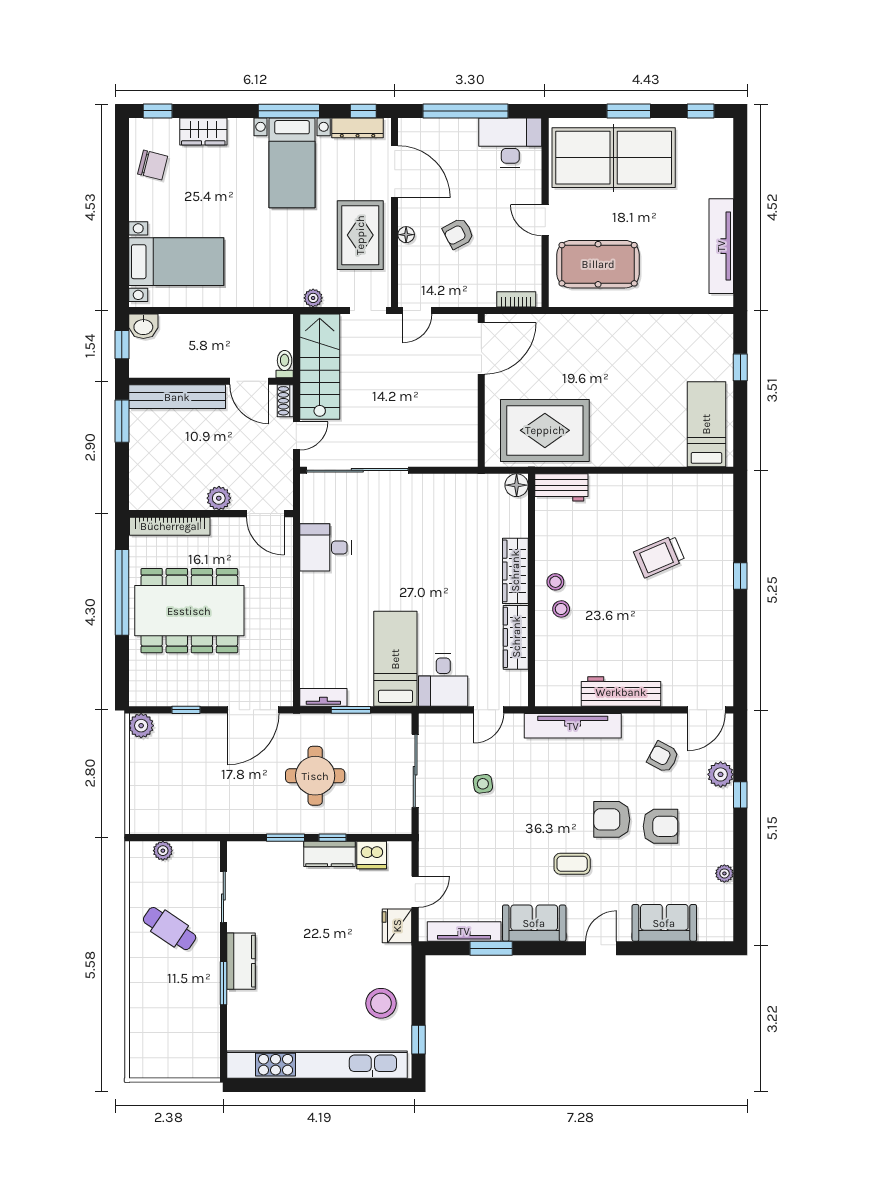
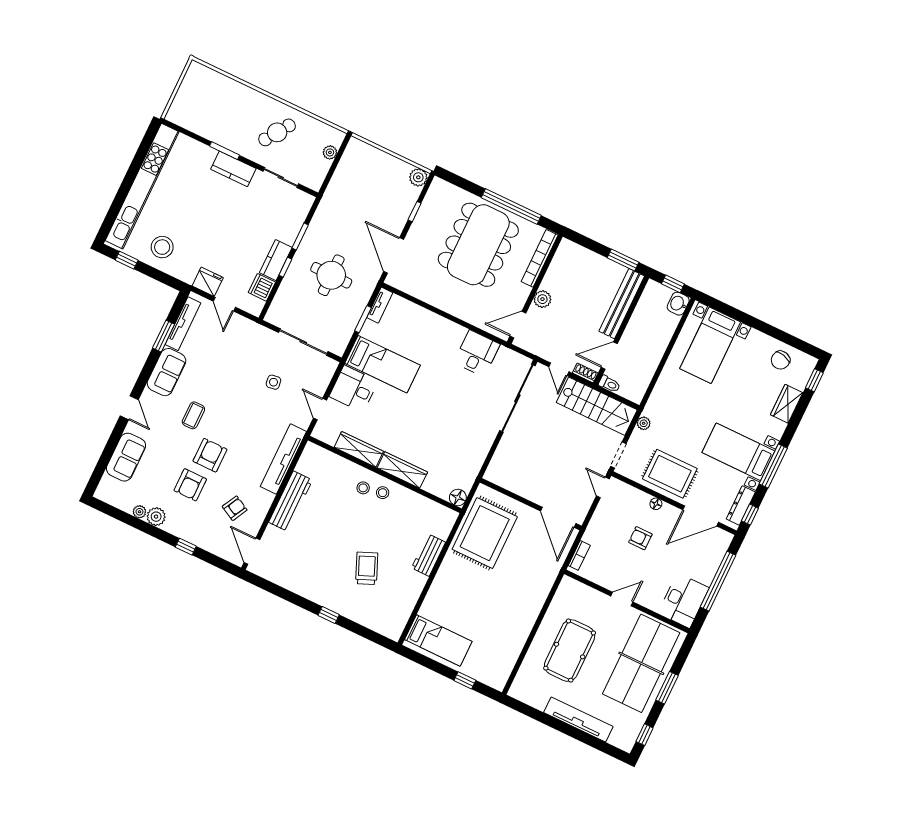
armchair: (458, 233) -> (640, 538), turned -62
tv unit: (721, 246) -> (578, 719), moved
pool table: (598, 264) -> (570, 651), moved
workbench: (561, 487) -> (429, 555), moved
plant: (721, 774) -> (156, 517), moved

